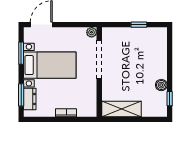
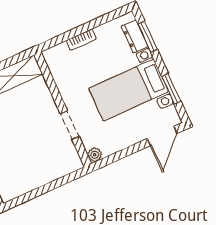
window: (139, 25) -> (40, 191), removed
doorway: (99, 60) -> (70, 125), width x0.53

